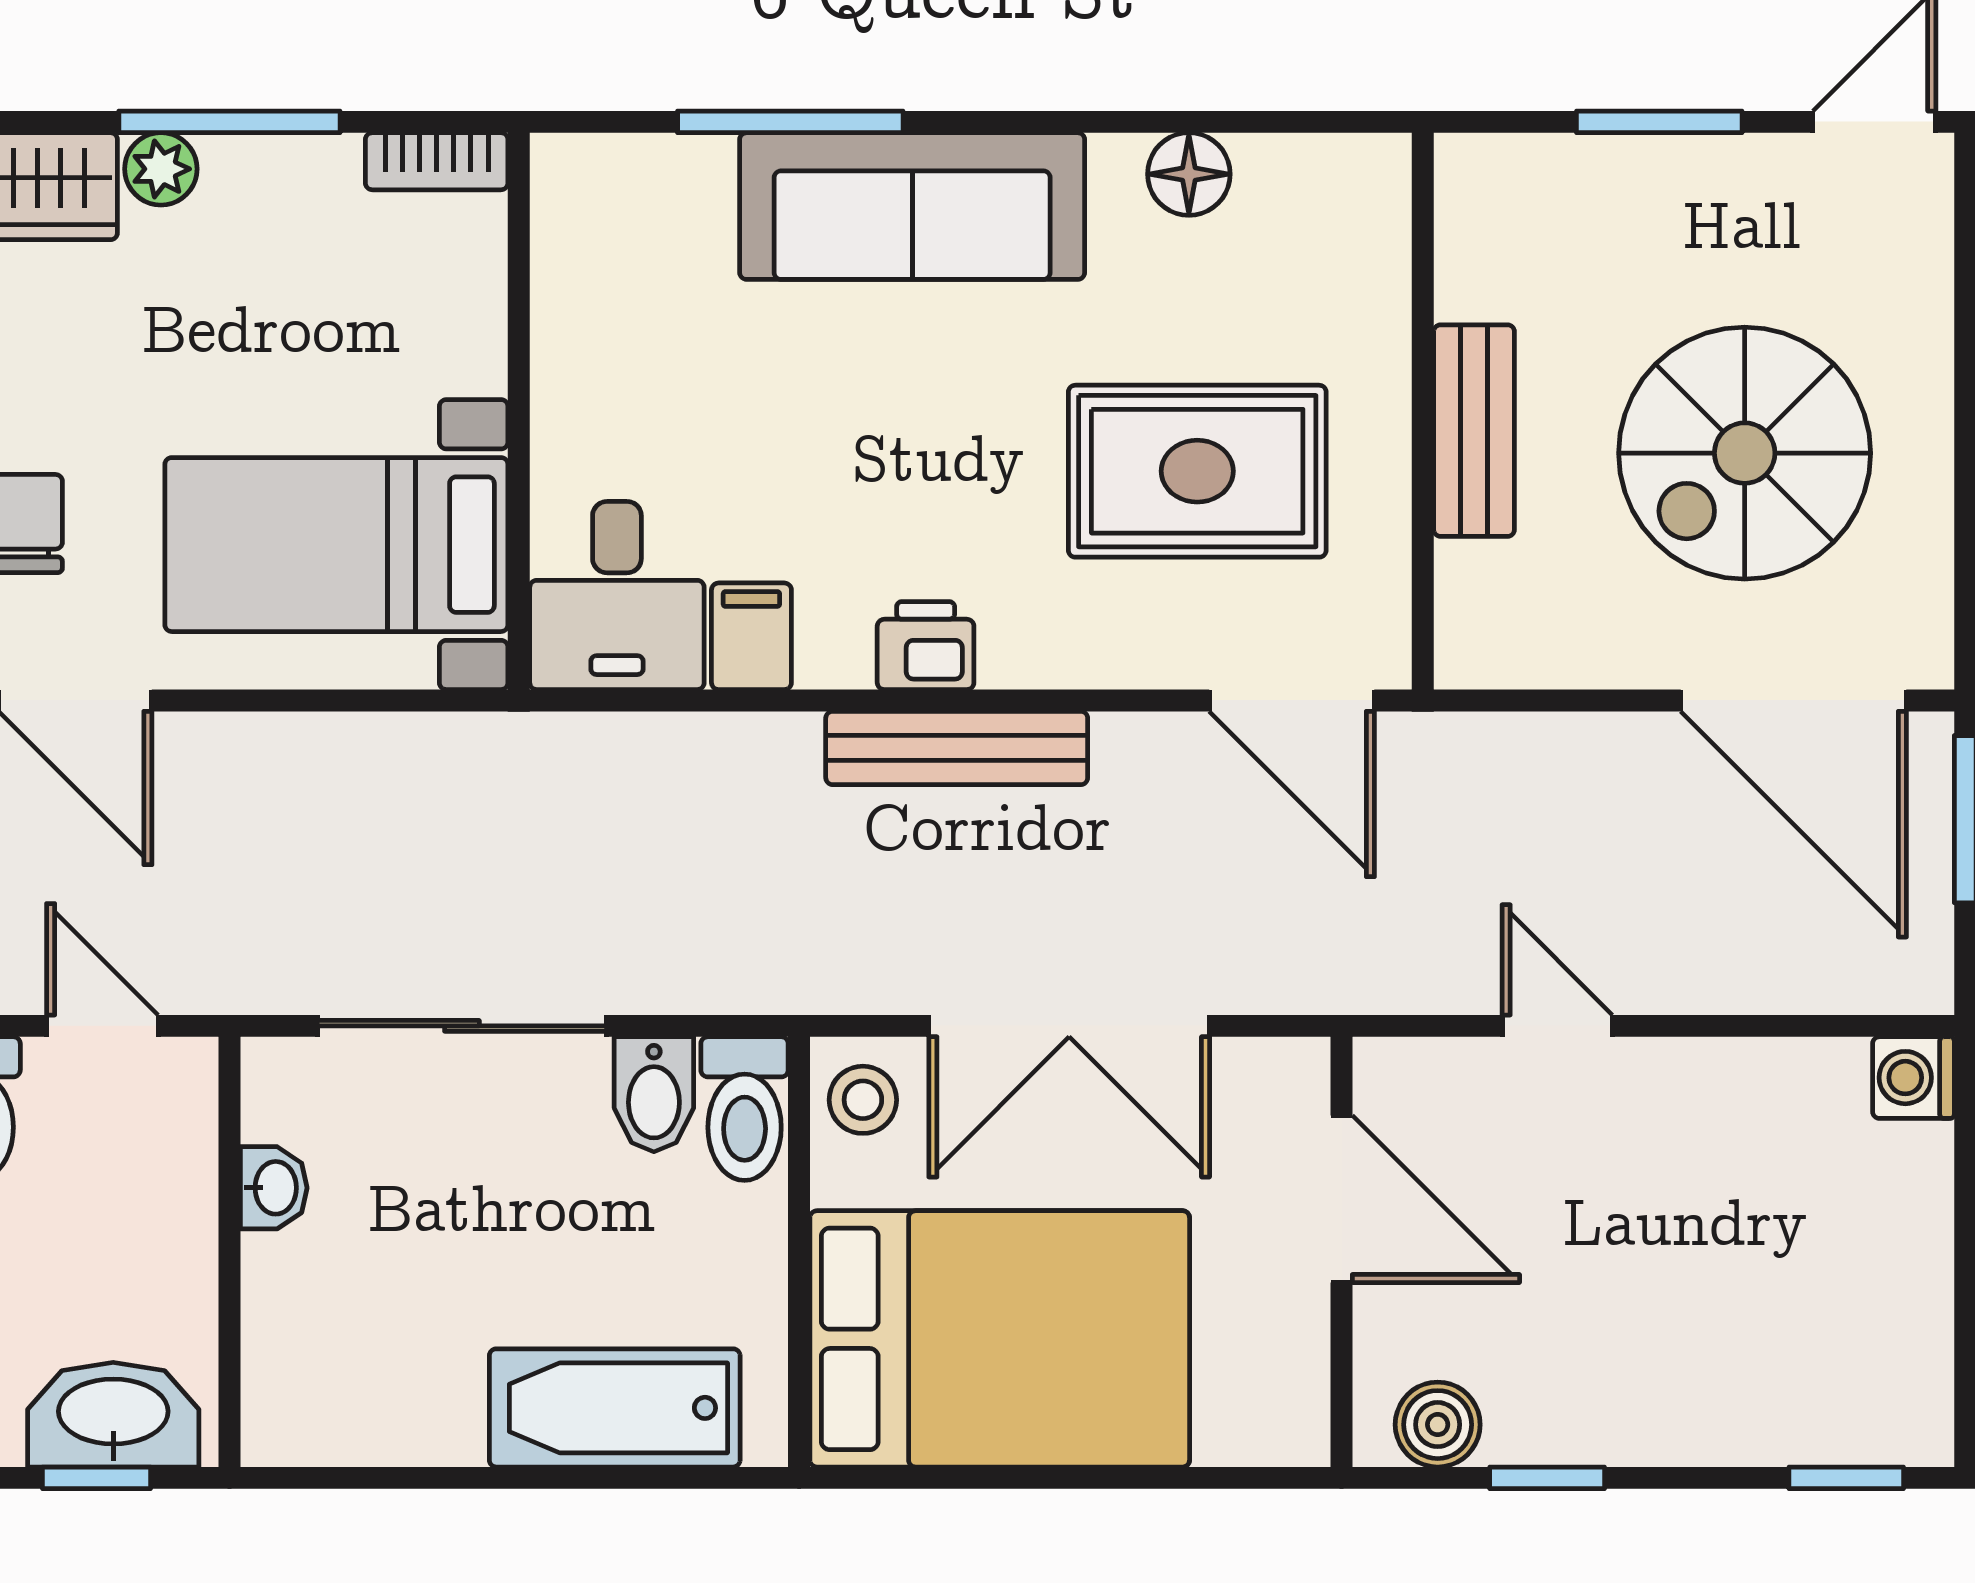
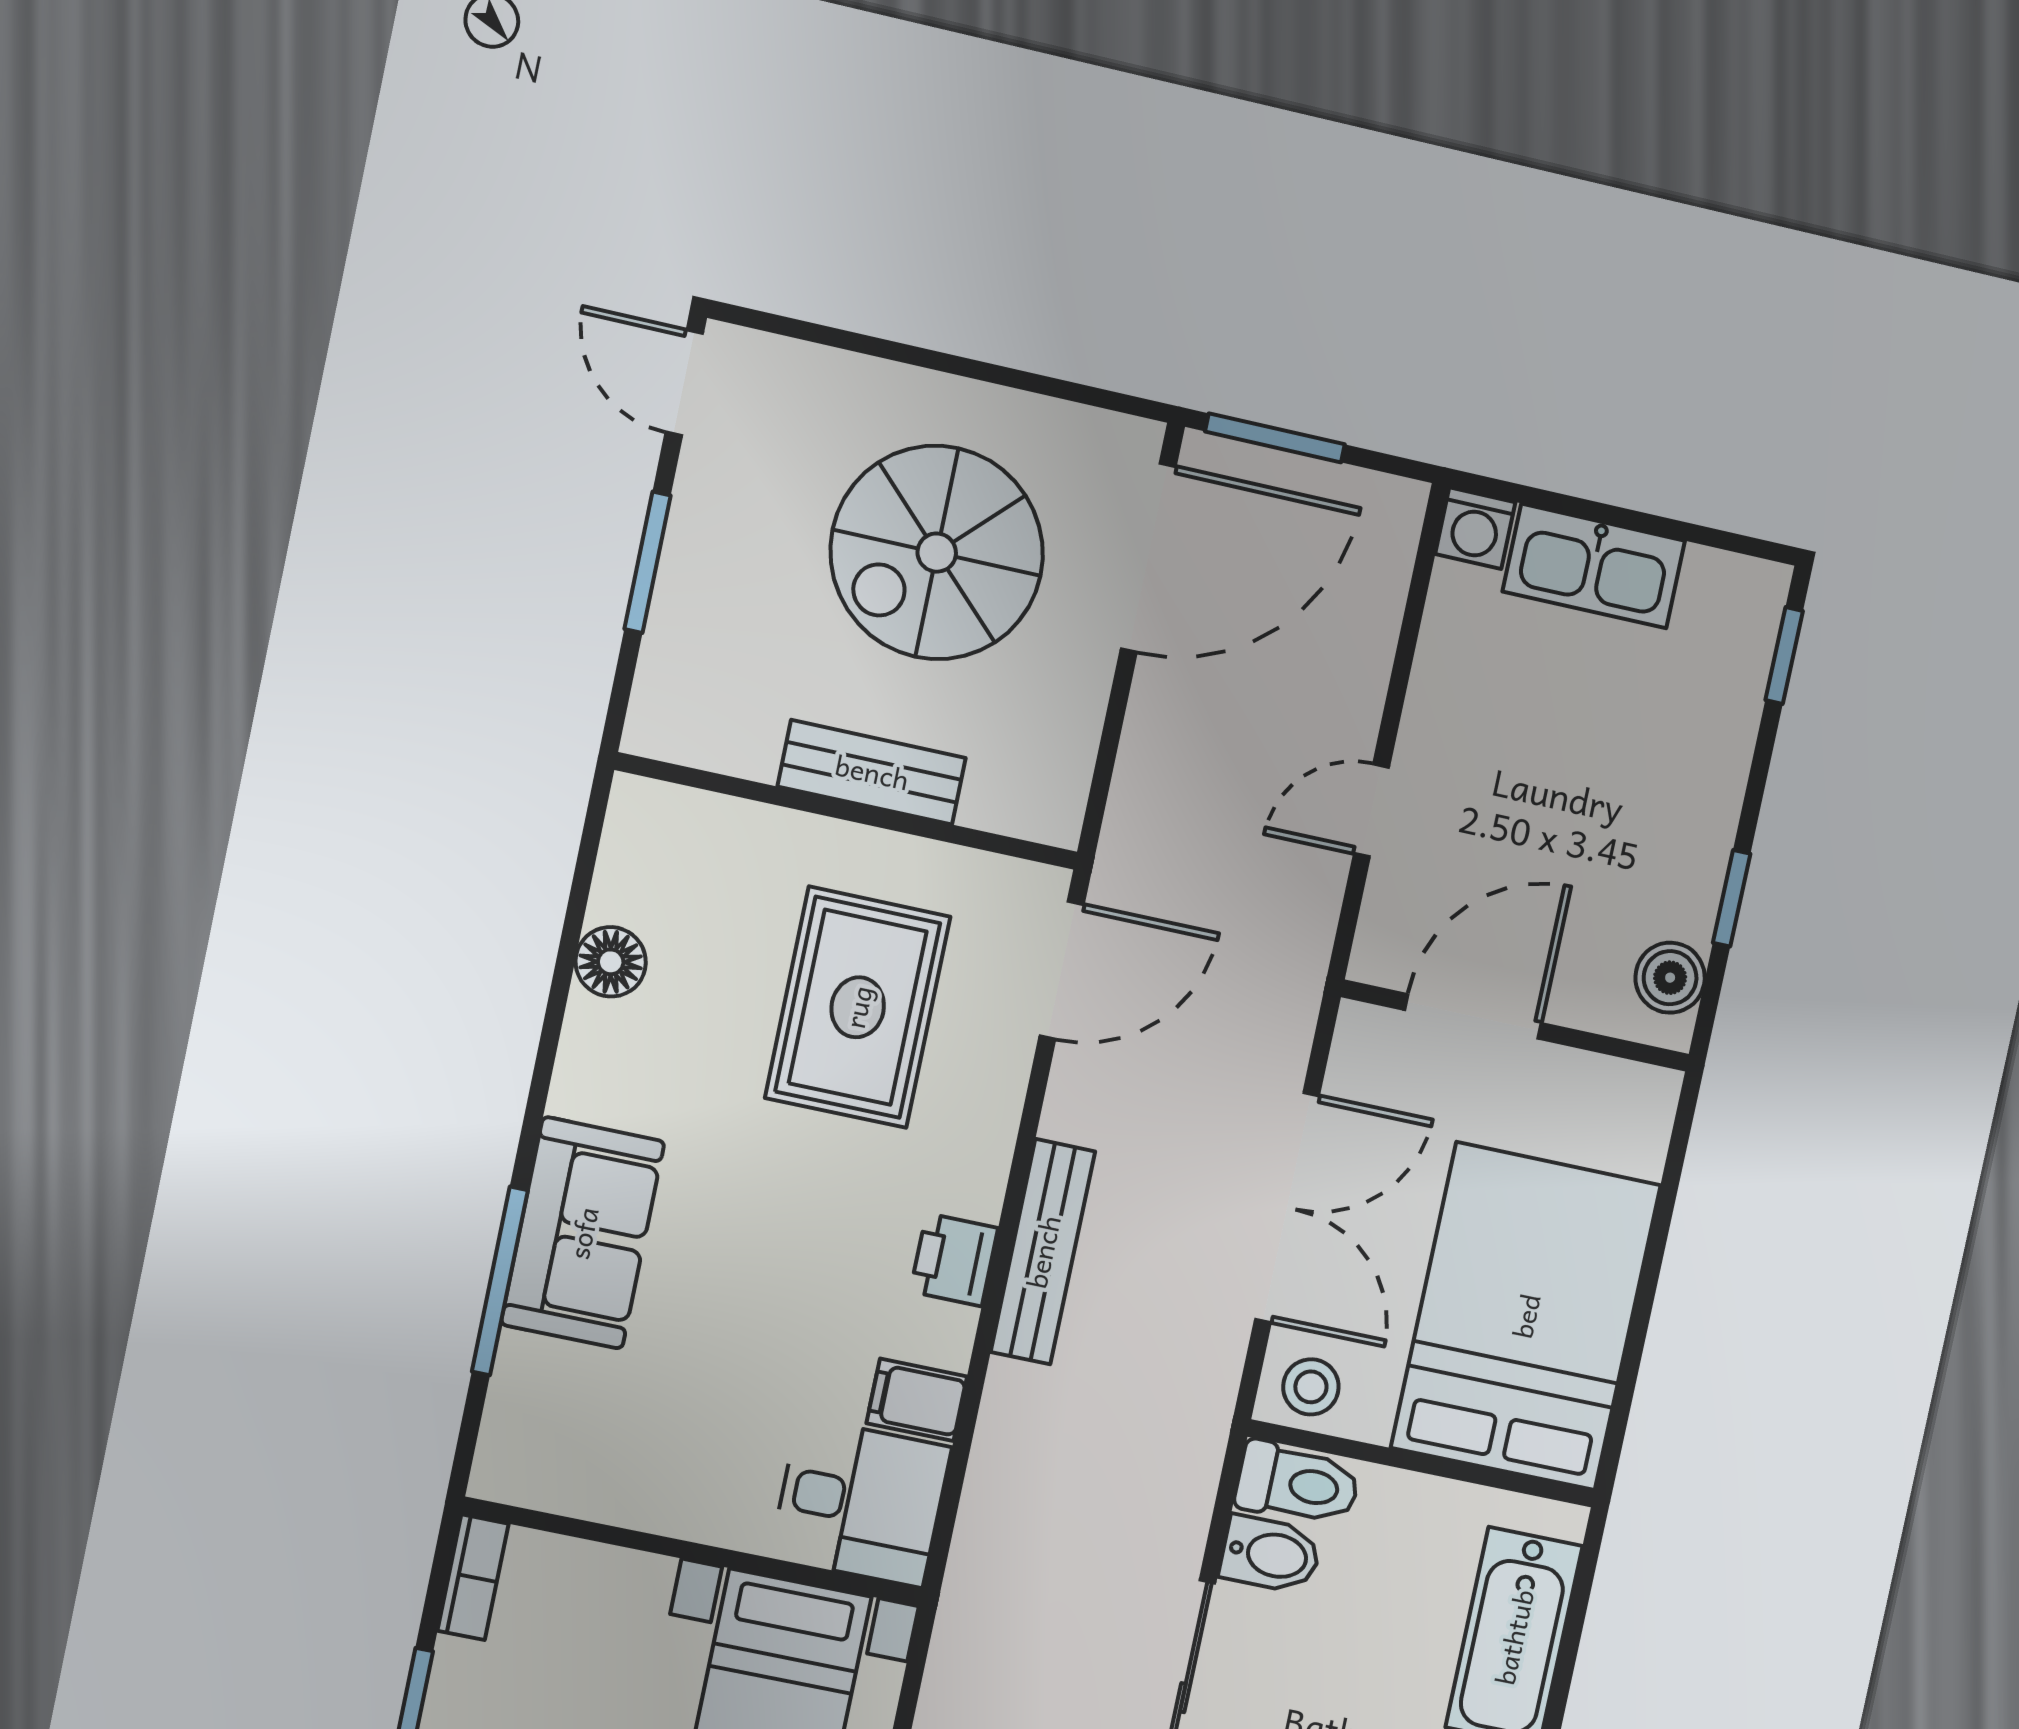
sofa: (912, 206) -> (583, 1233), width x0.73
spiral stairs: (1745, 453) -> (937, 553), turned 90
kitchen sink: (1901, 1228) -> (1594, 566), added

